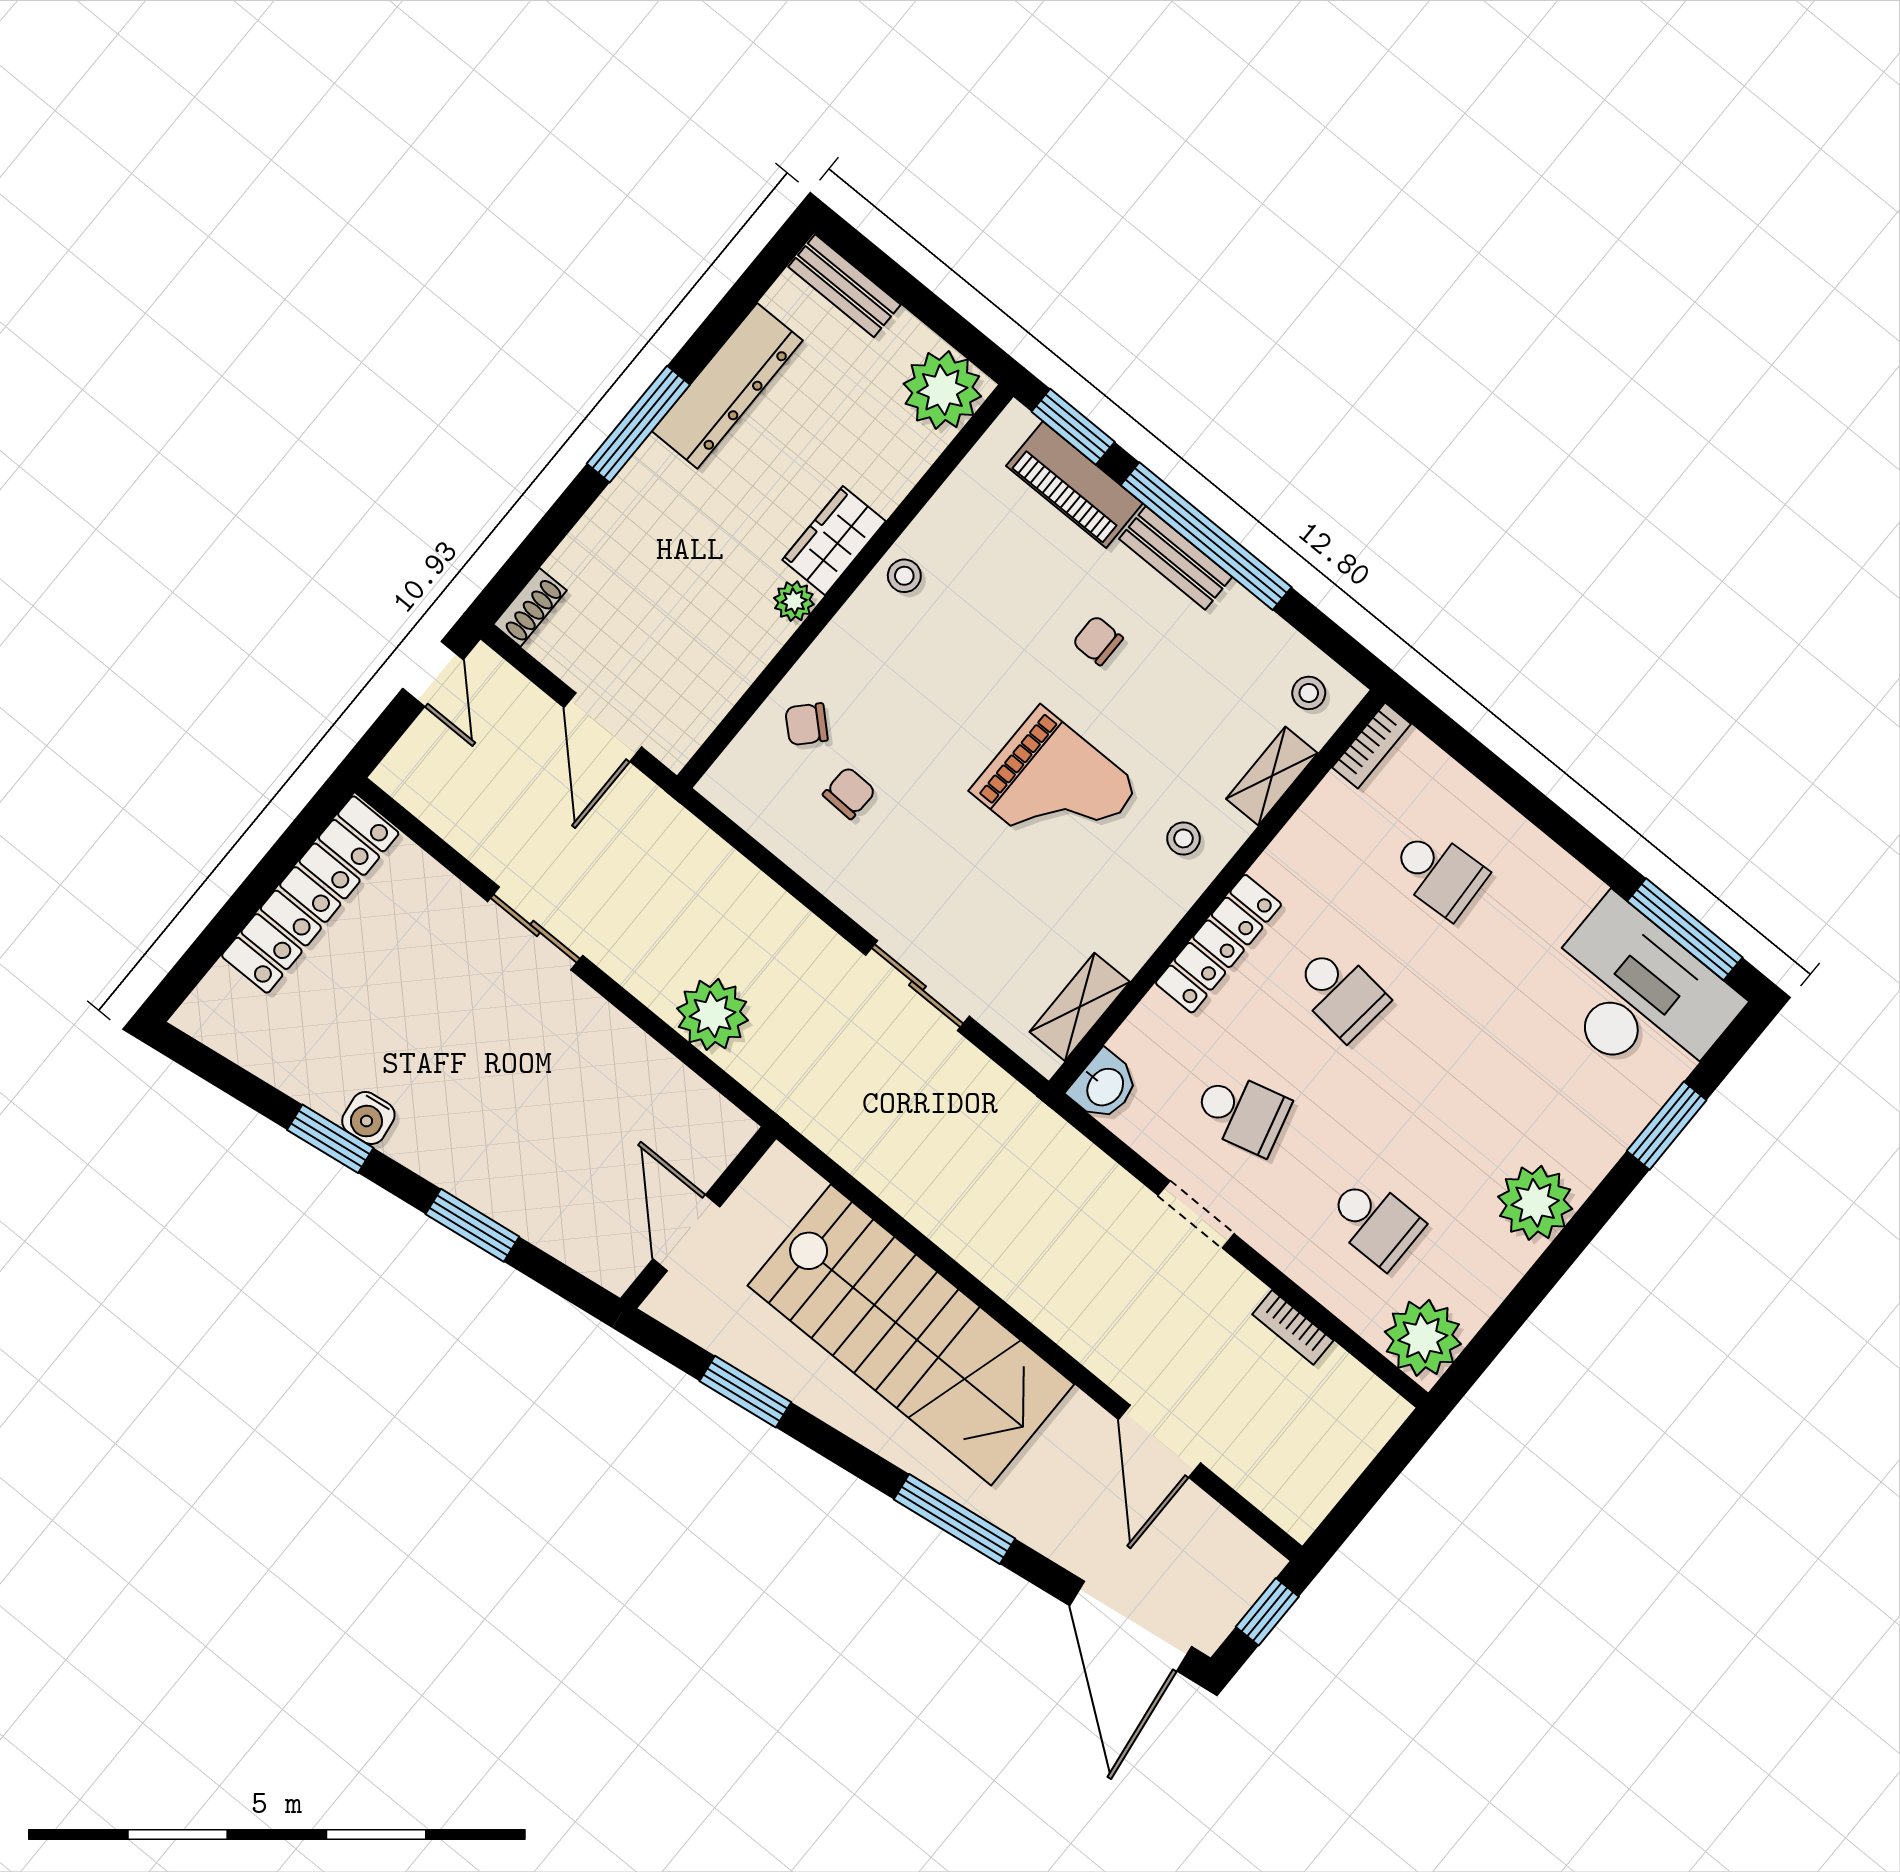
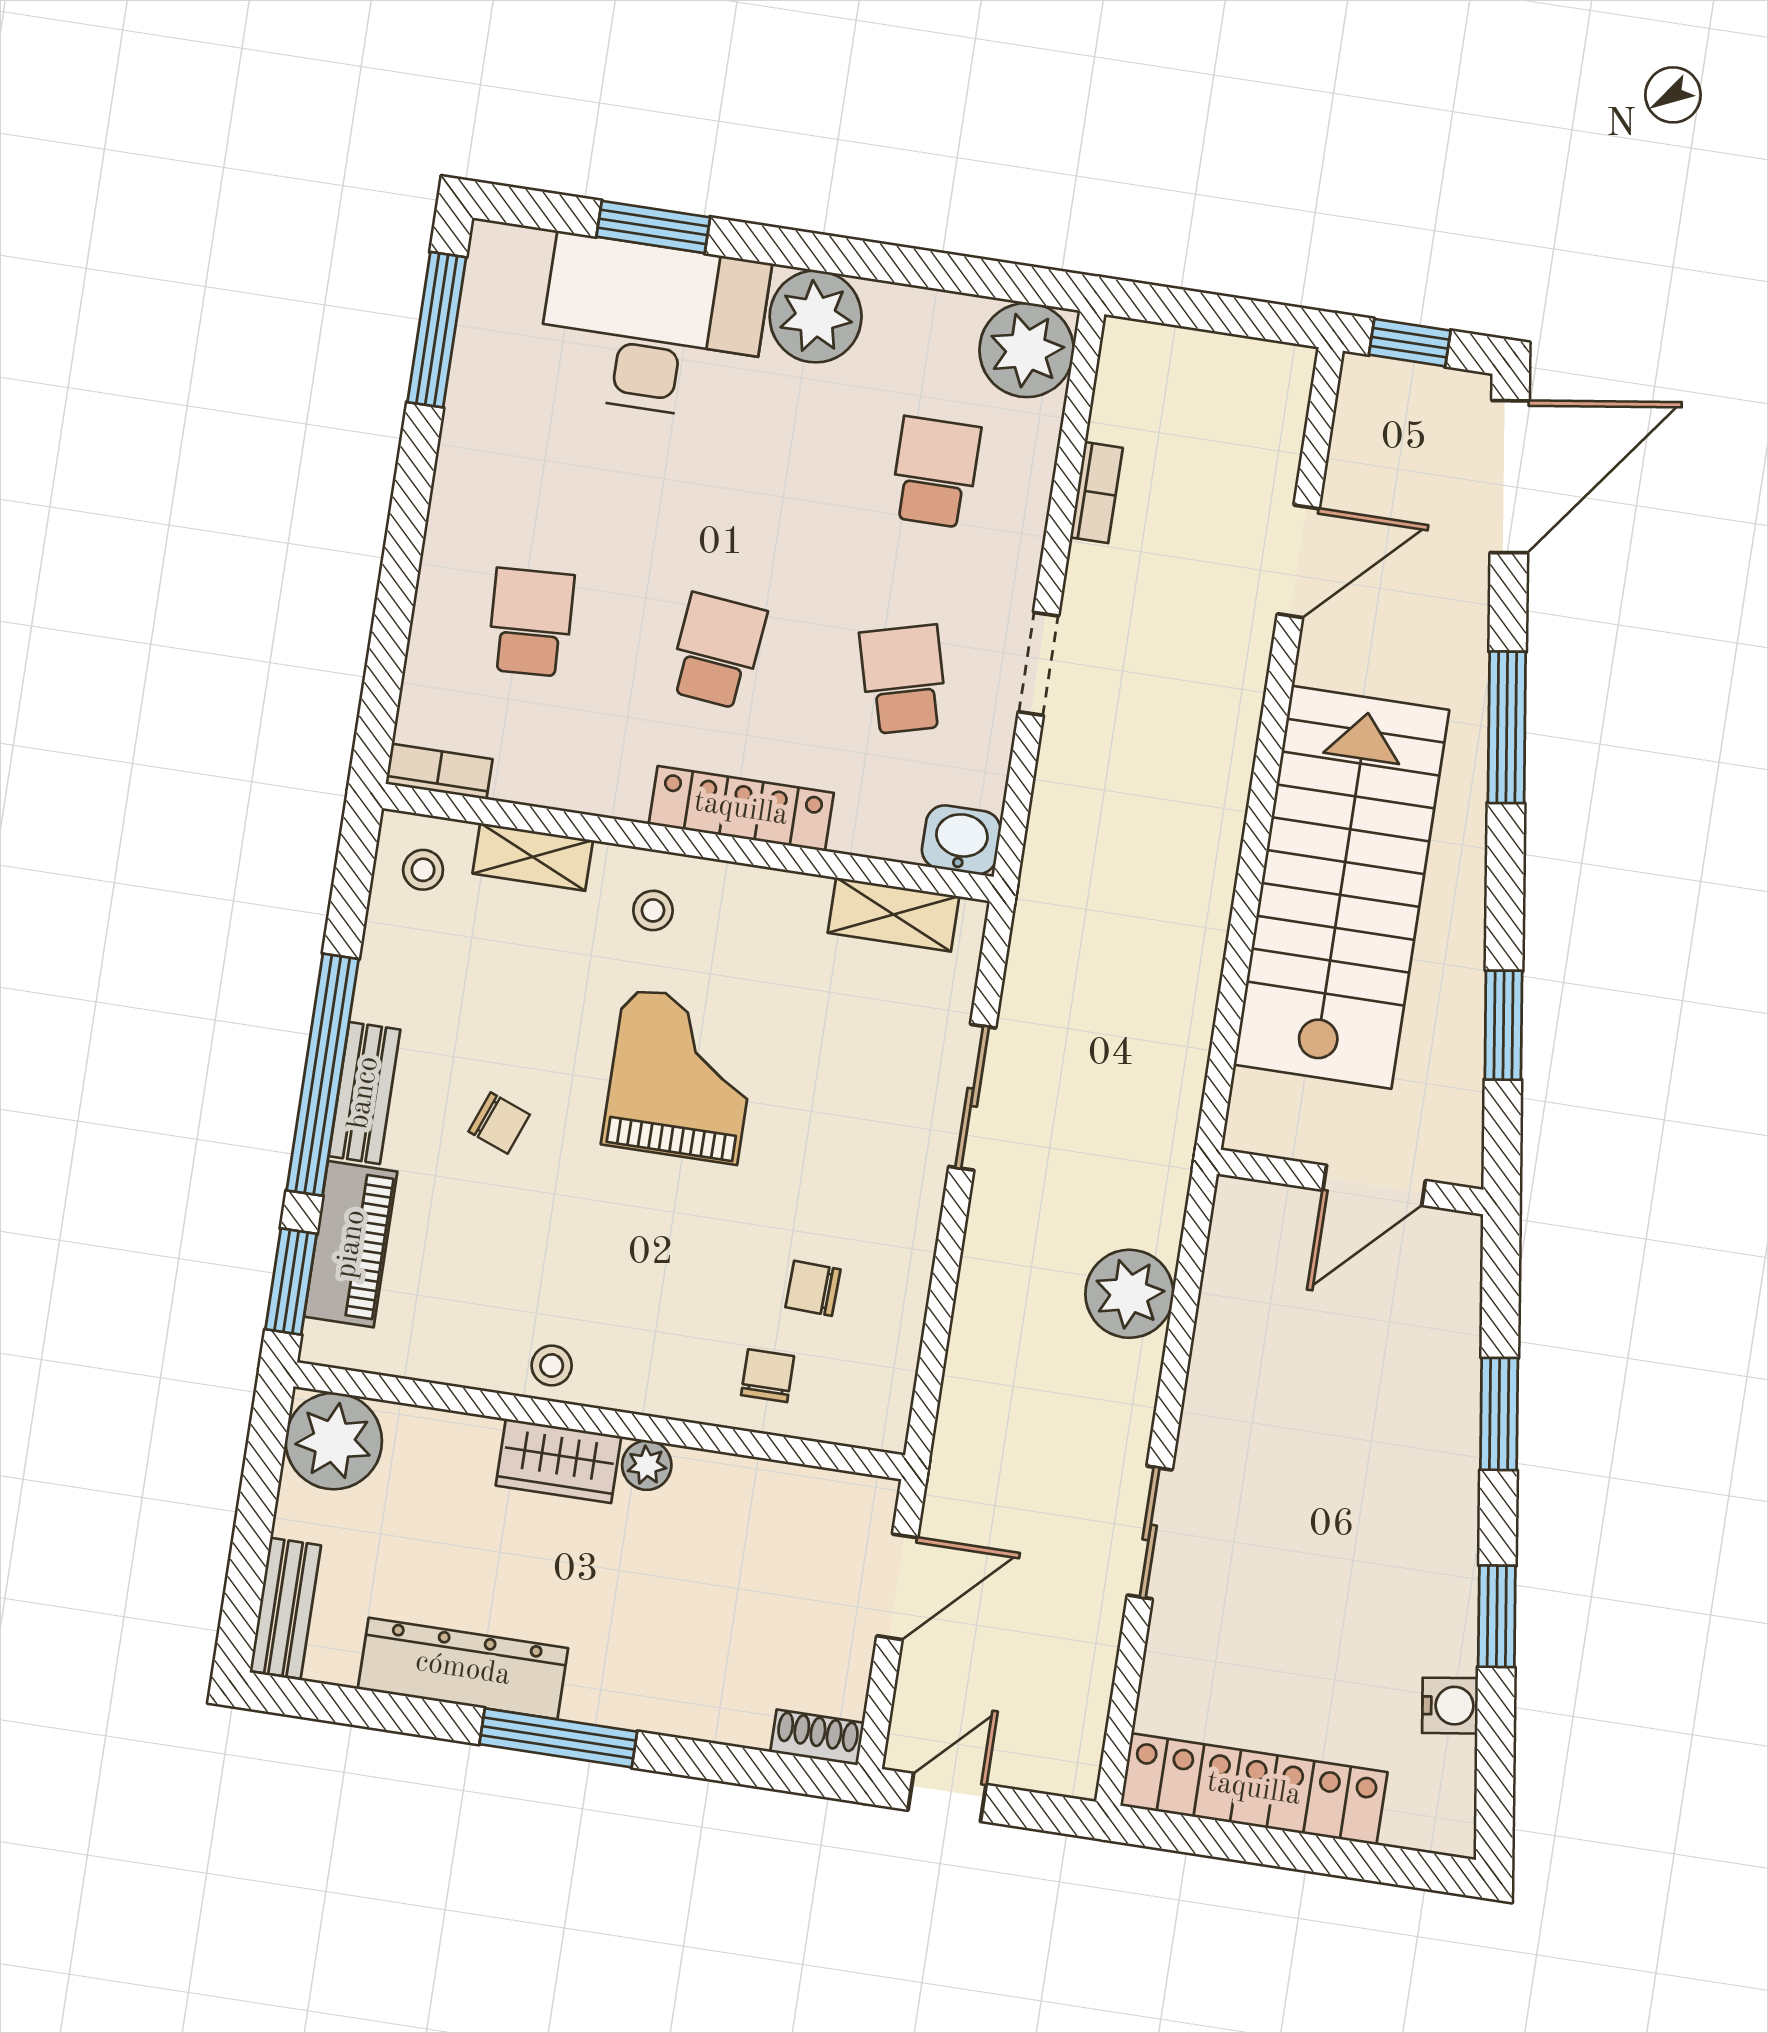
chair: (1098, 640) -> (499, 1123), turned -69
chair: (806, 724) -> (768, 1376), turned -133
desk: (1638, 996) -> (652, 328), moved, turned 90
water cooler: (368, 1118) -> (1450, 1706), moved

